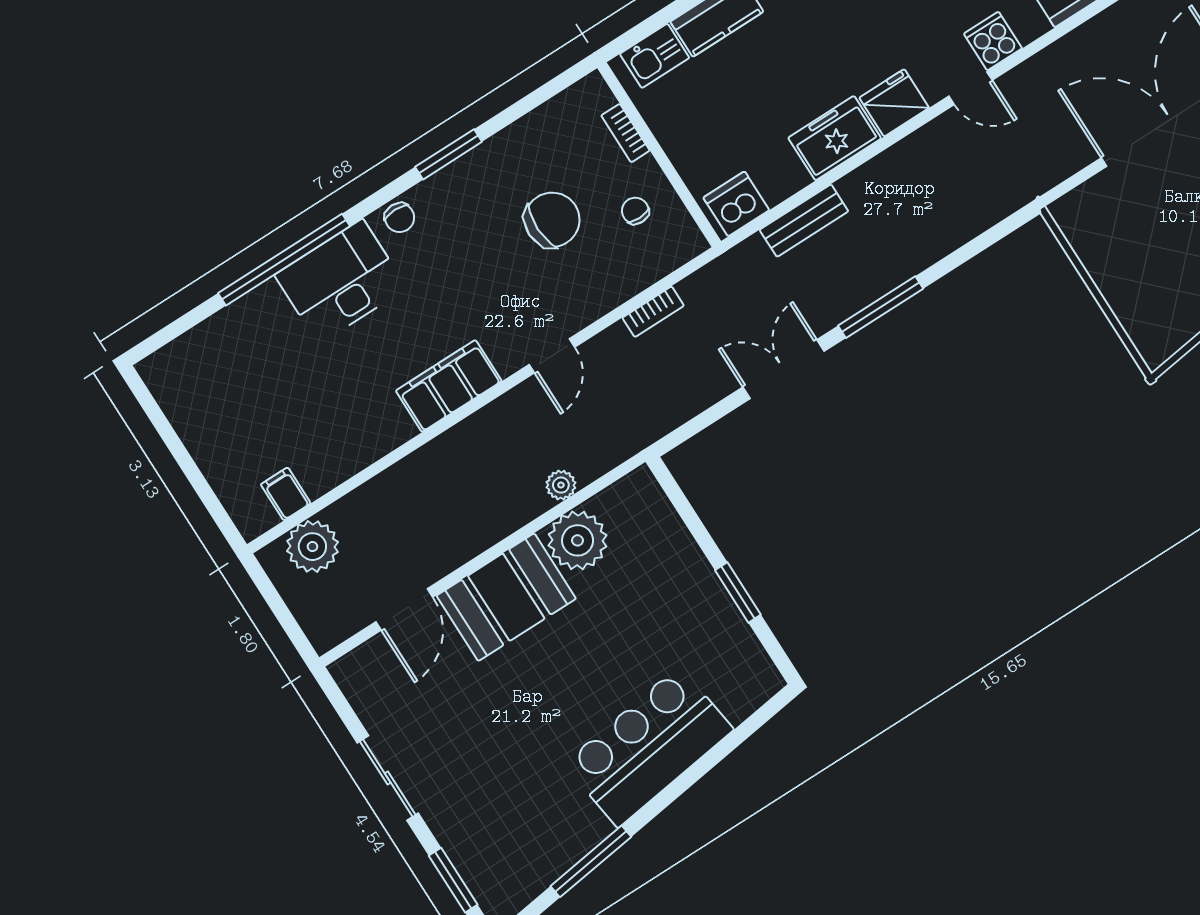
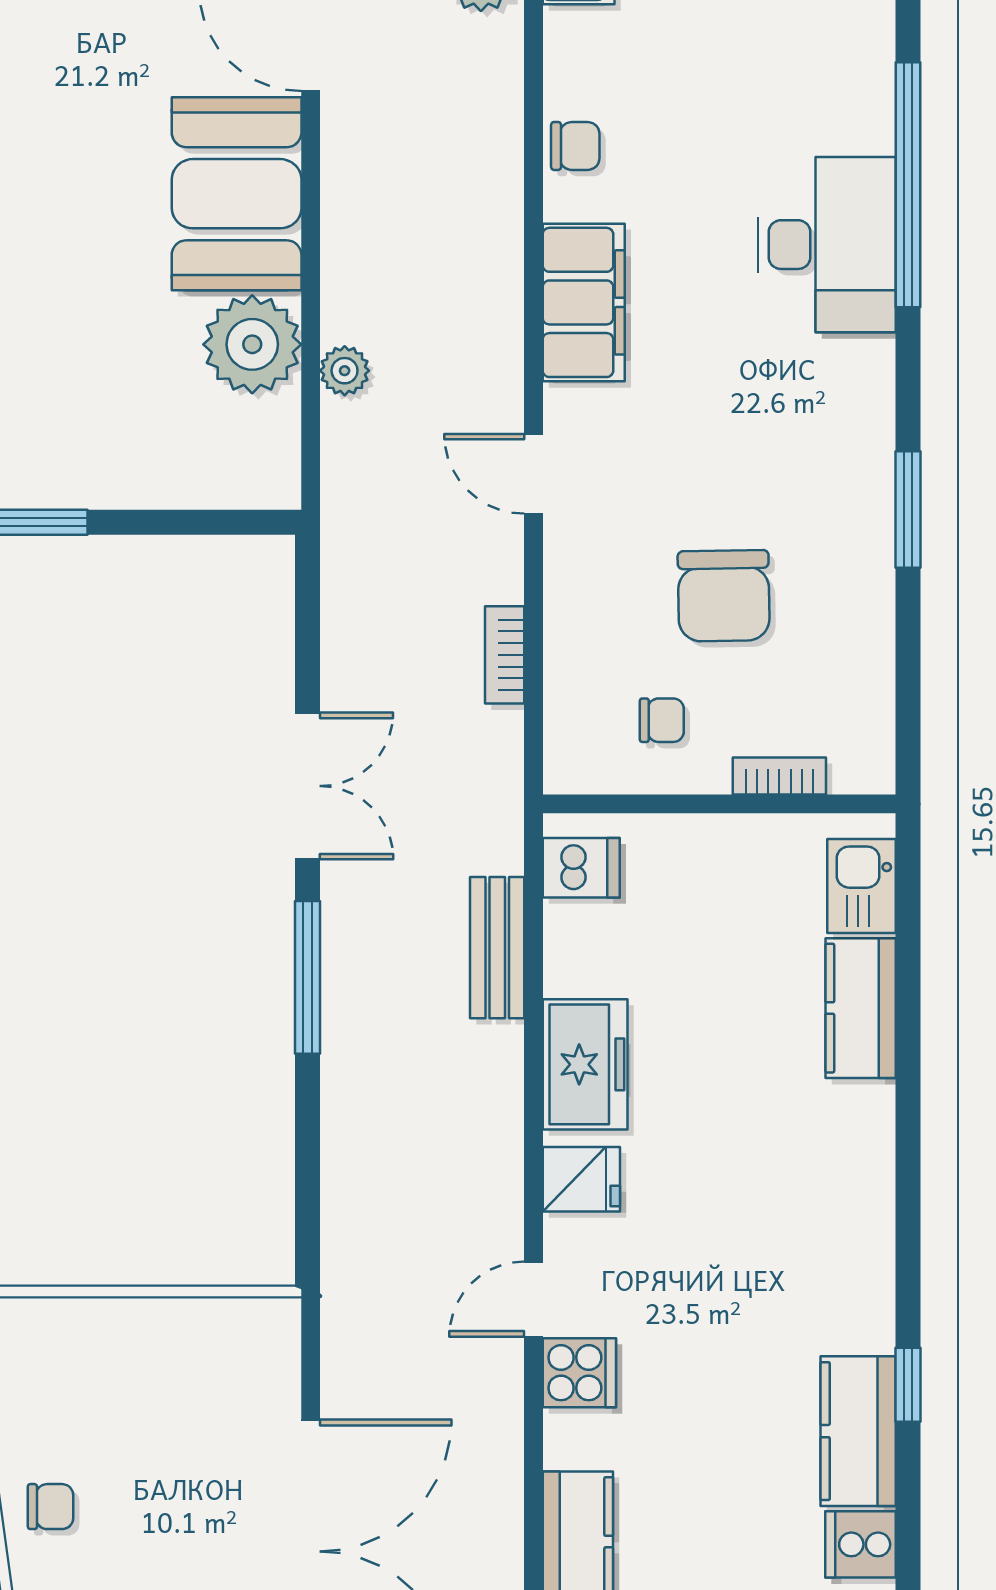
fridge: (894, 103) -> (581, 1179), width x0.72
dishwasher: (736, 204) -> (581, 868), width x0.73
chair: (400, 218) -> (575, 146), moved, turned 180

